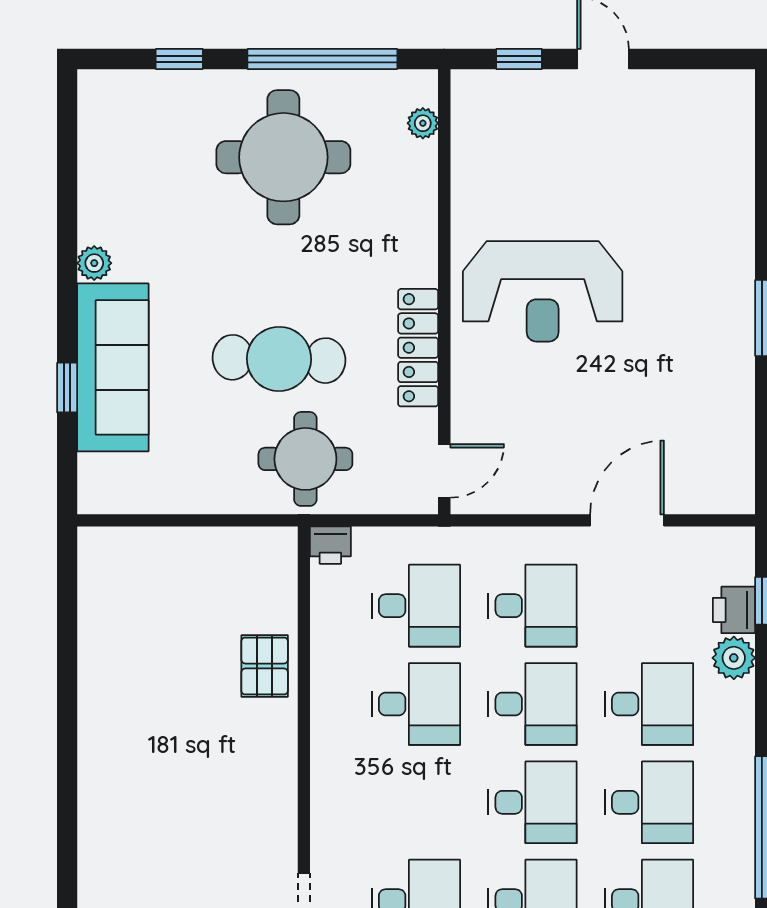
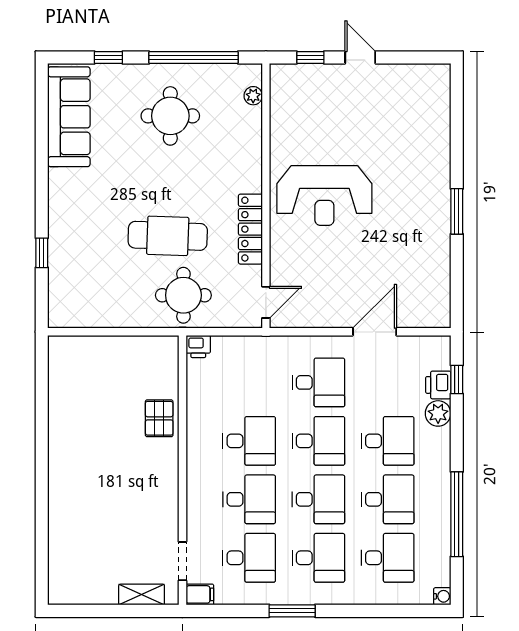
round table: (283, 157) -> (170, 116), width x0.73, depth x0.73
plant: (94, 263) -> (58, 179), removed
sofa: (113, 367) -> (69, 117), moved
desk: (416, 606) -> (249, 499), moved

